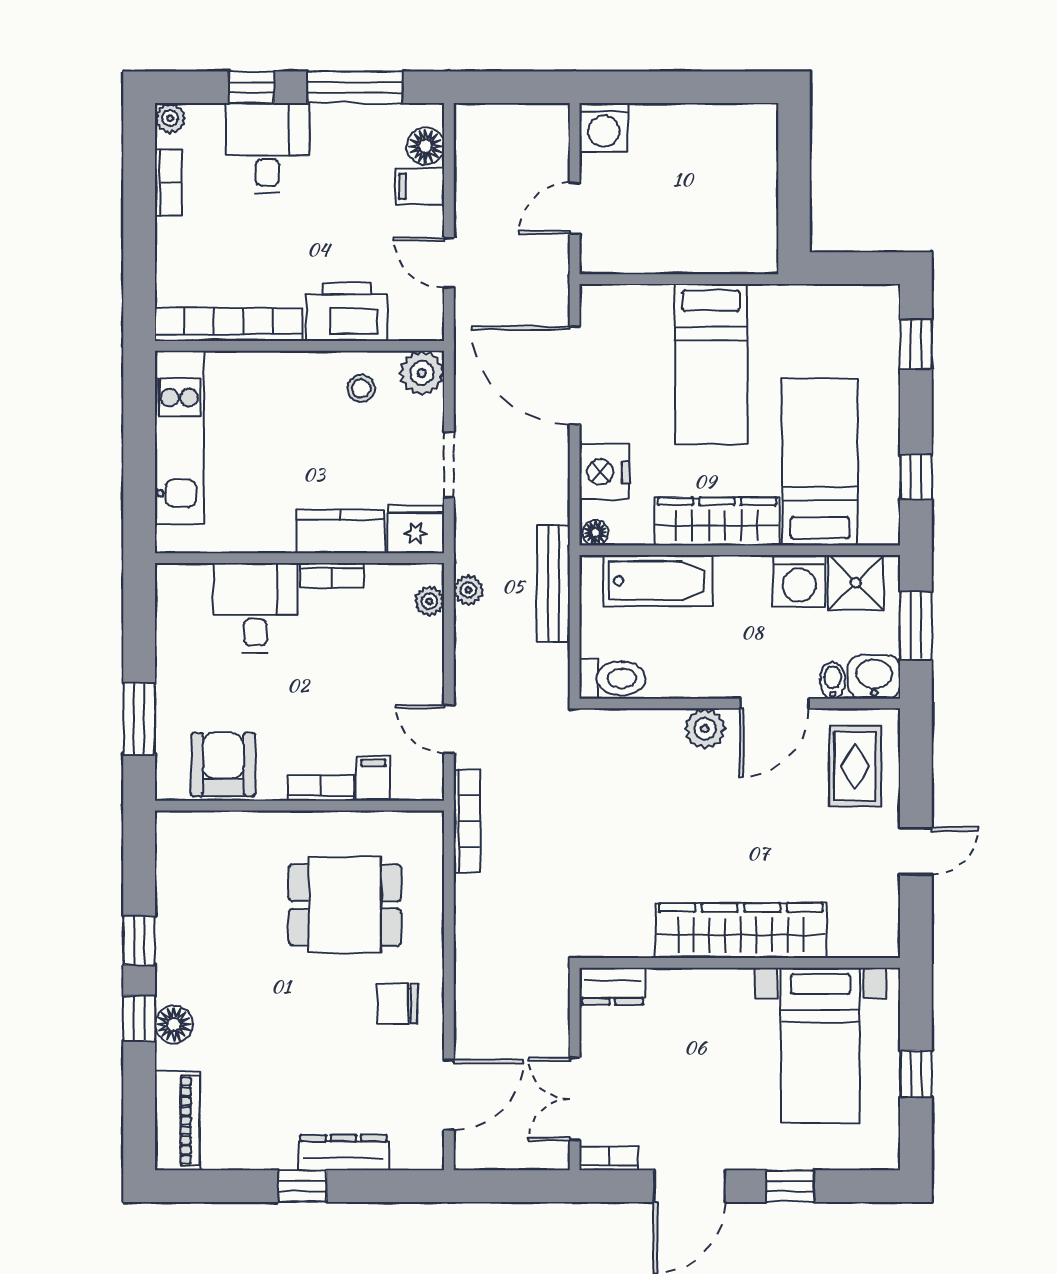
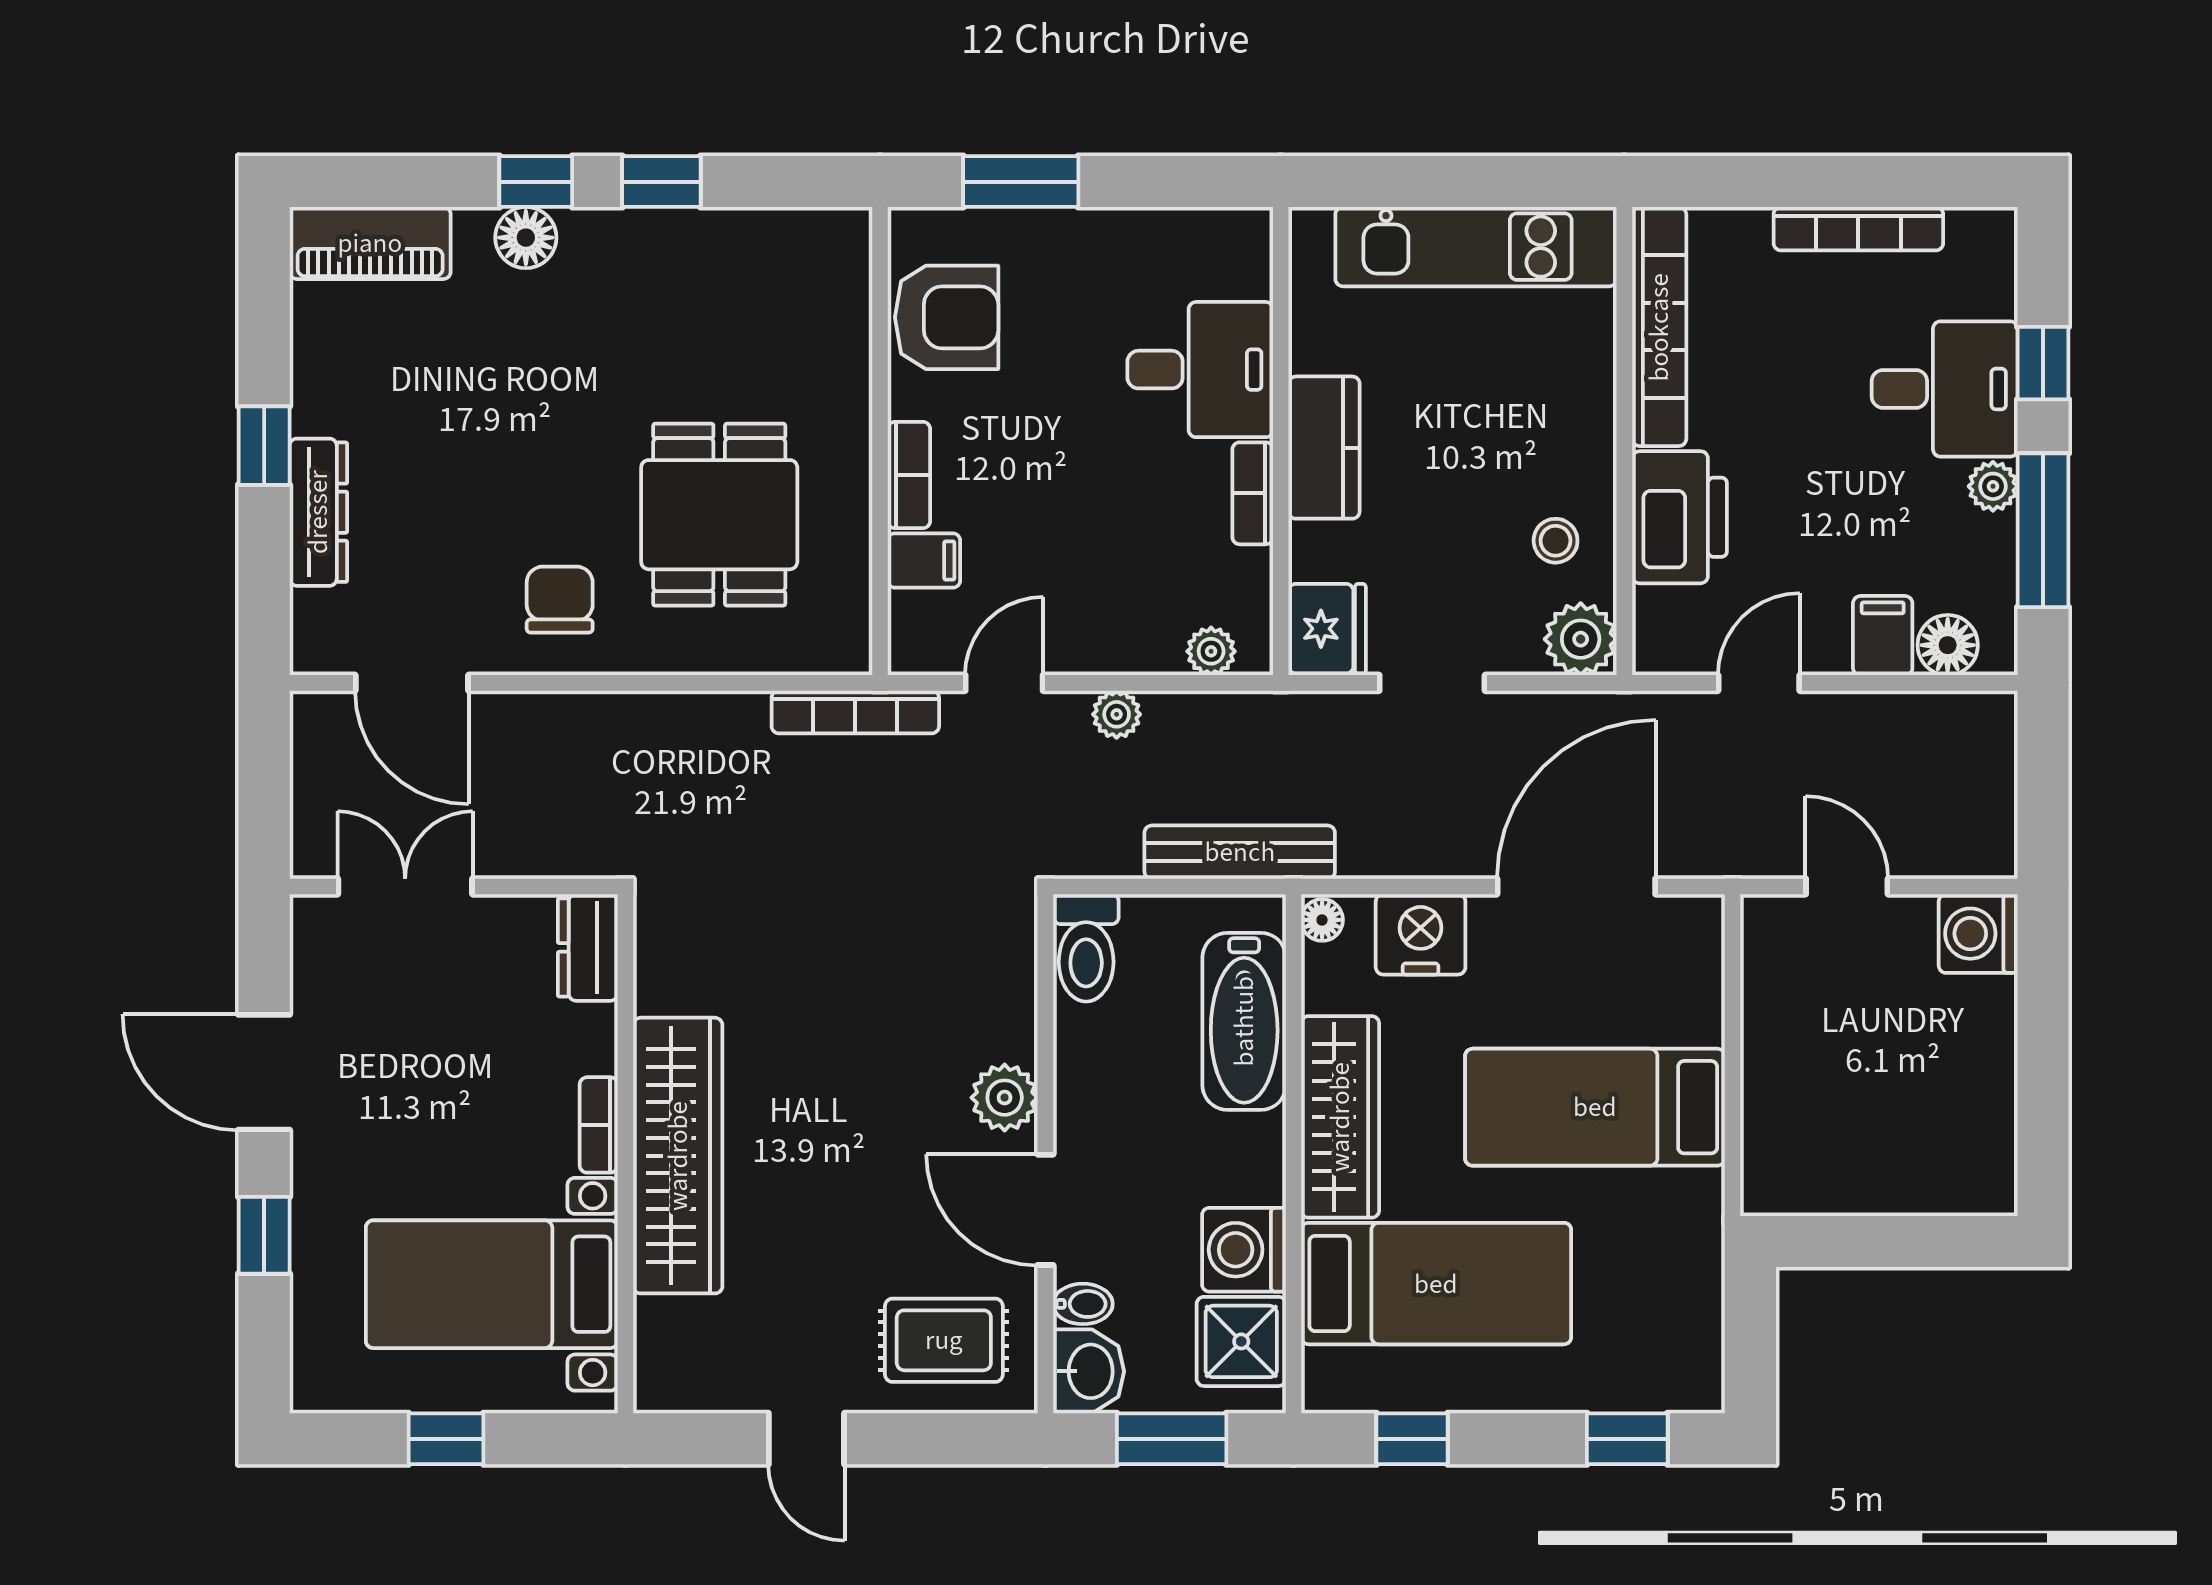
plant: (170, 118) -> (1993, 486), moved
bookcase: (168, 182) -> (1858, 229), width x1.56
kitchen counter: (341, 531) -> (1324, 448), moved
plant: (468, 590) -> (1117, 714), moved
bookcase: (609, 1159) -> (599, 1125), moved, turned 180

